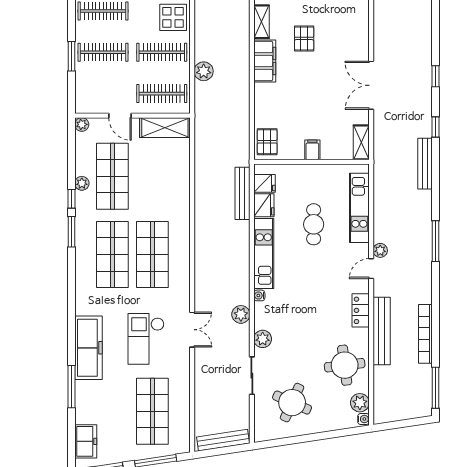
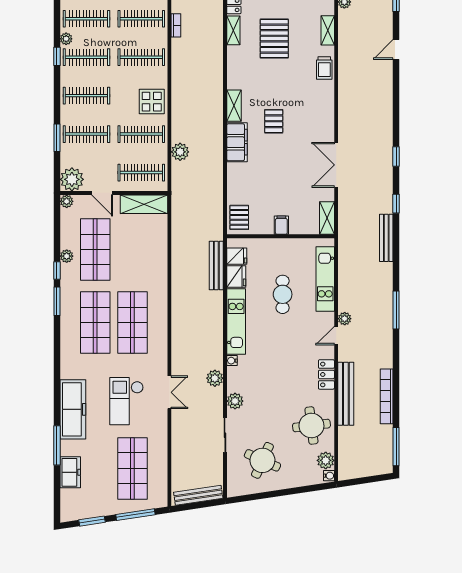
plant: (87, 101) -> (72, 179), added
freezer: (86, 441) -> (70, 472), moved

